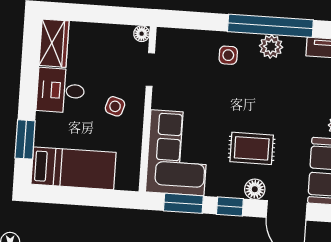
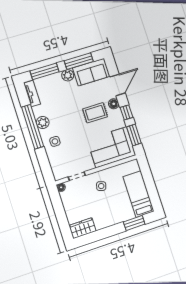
desk: (61, 90) -> (104, 215), removed
rug: (252, 148) -> (95, 113), turned 90

